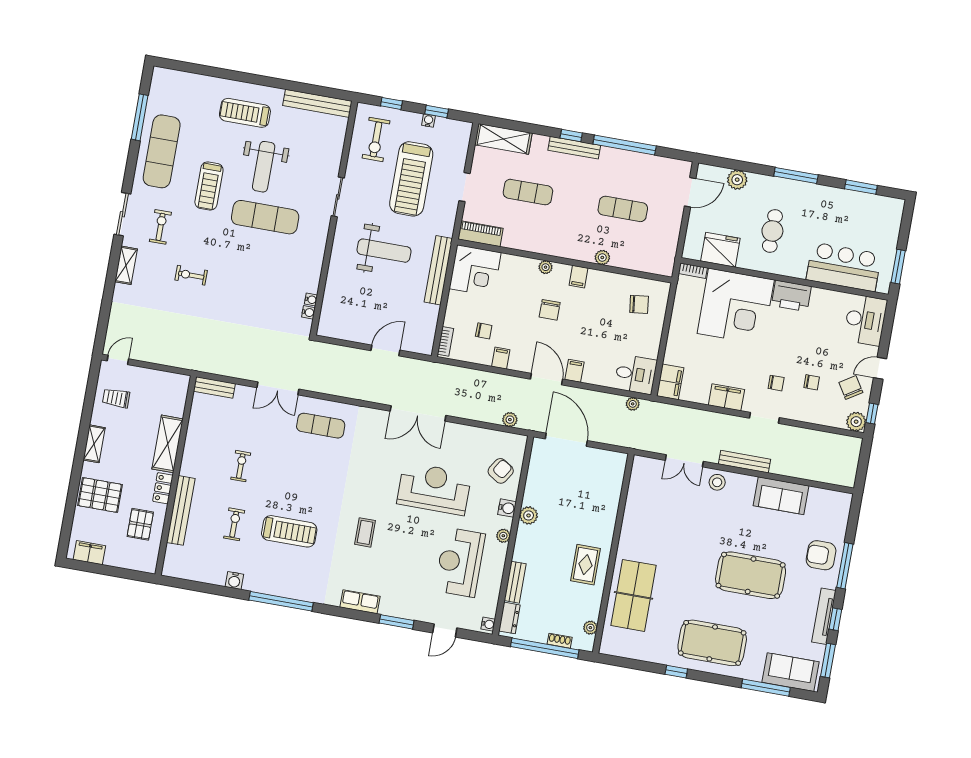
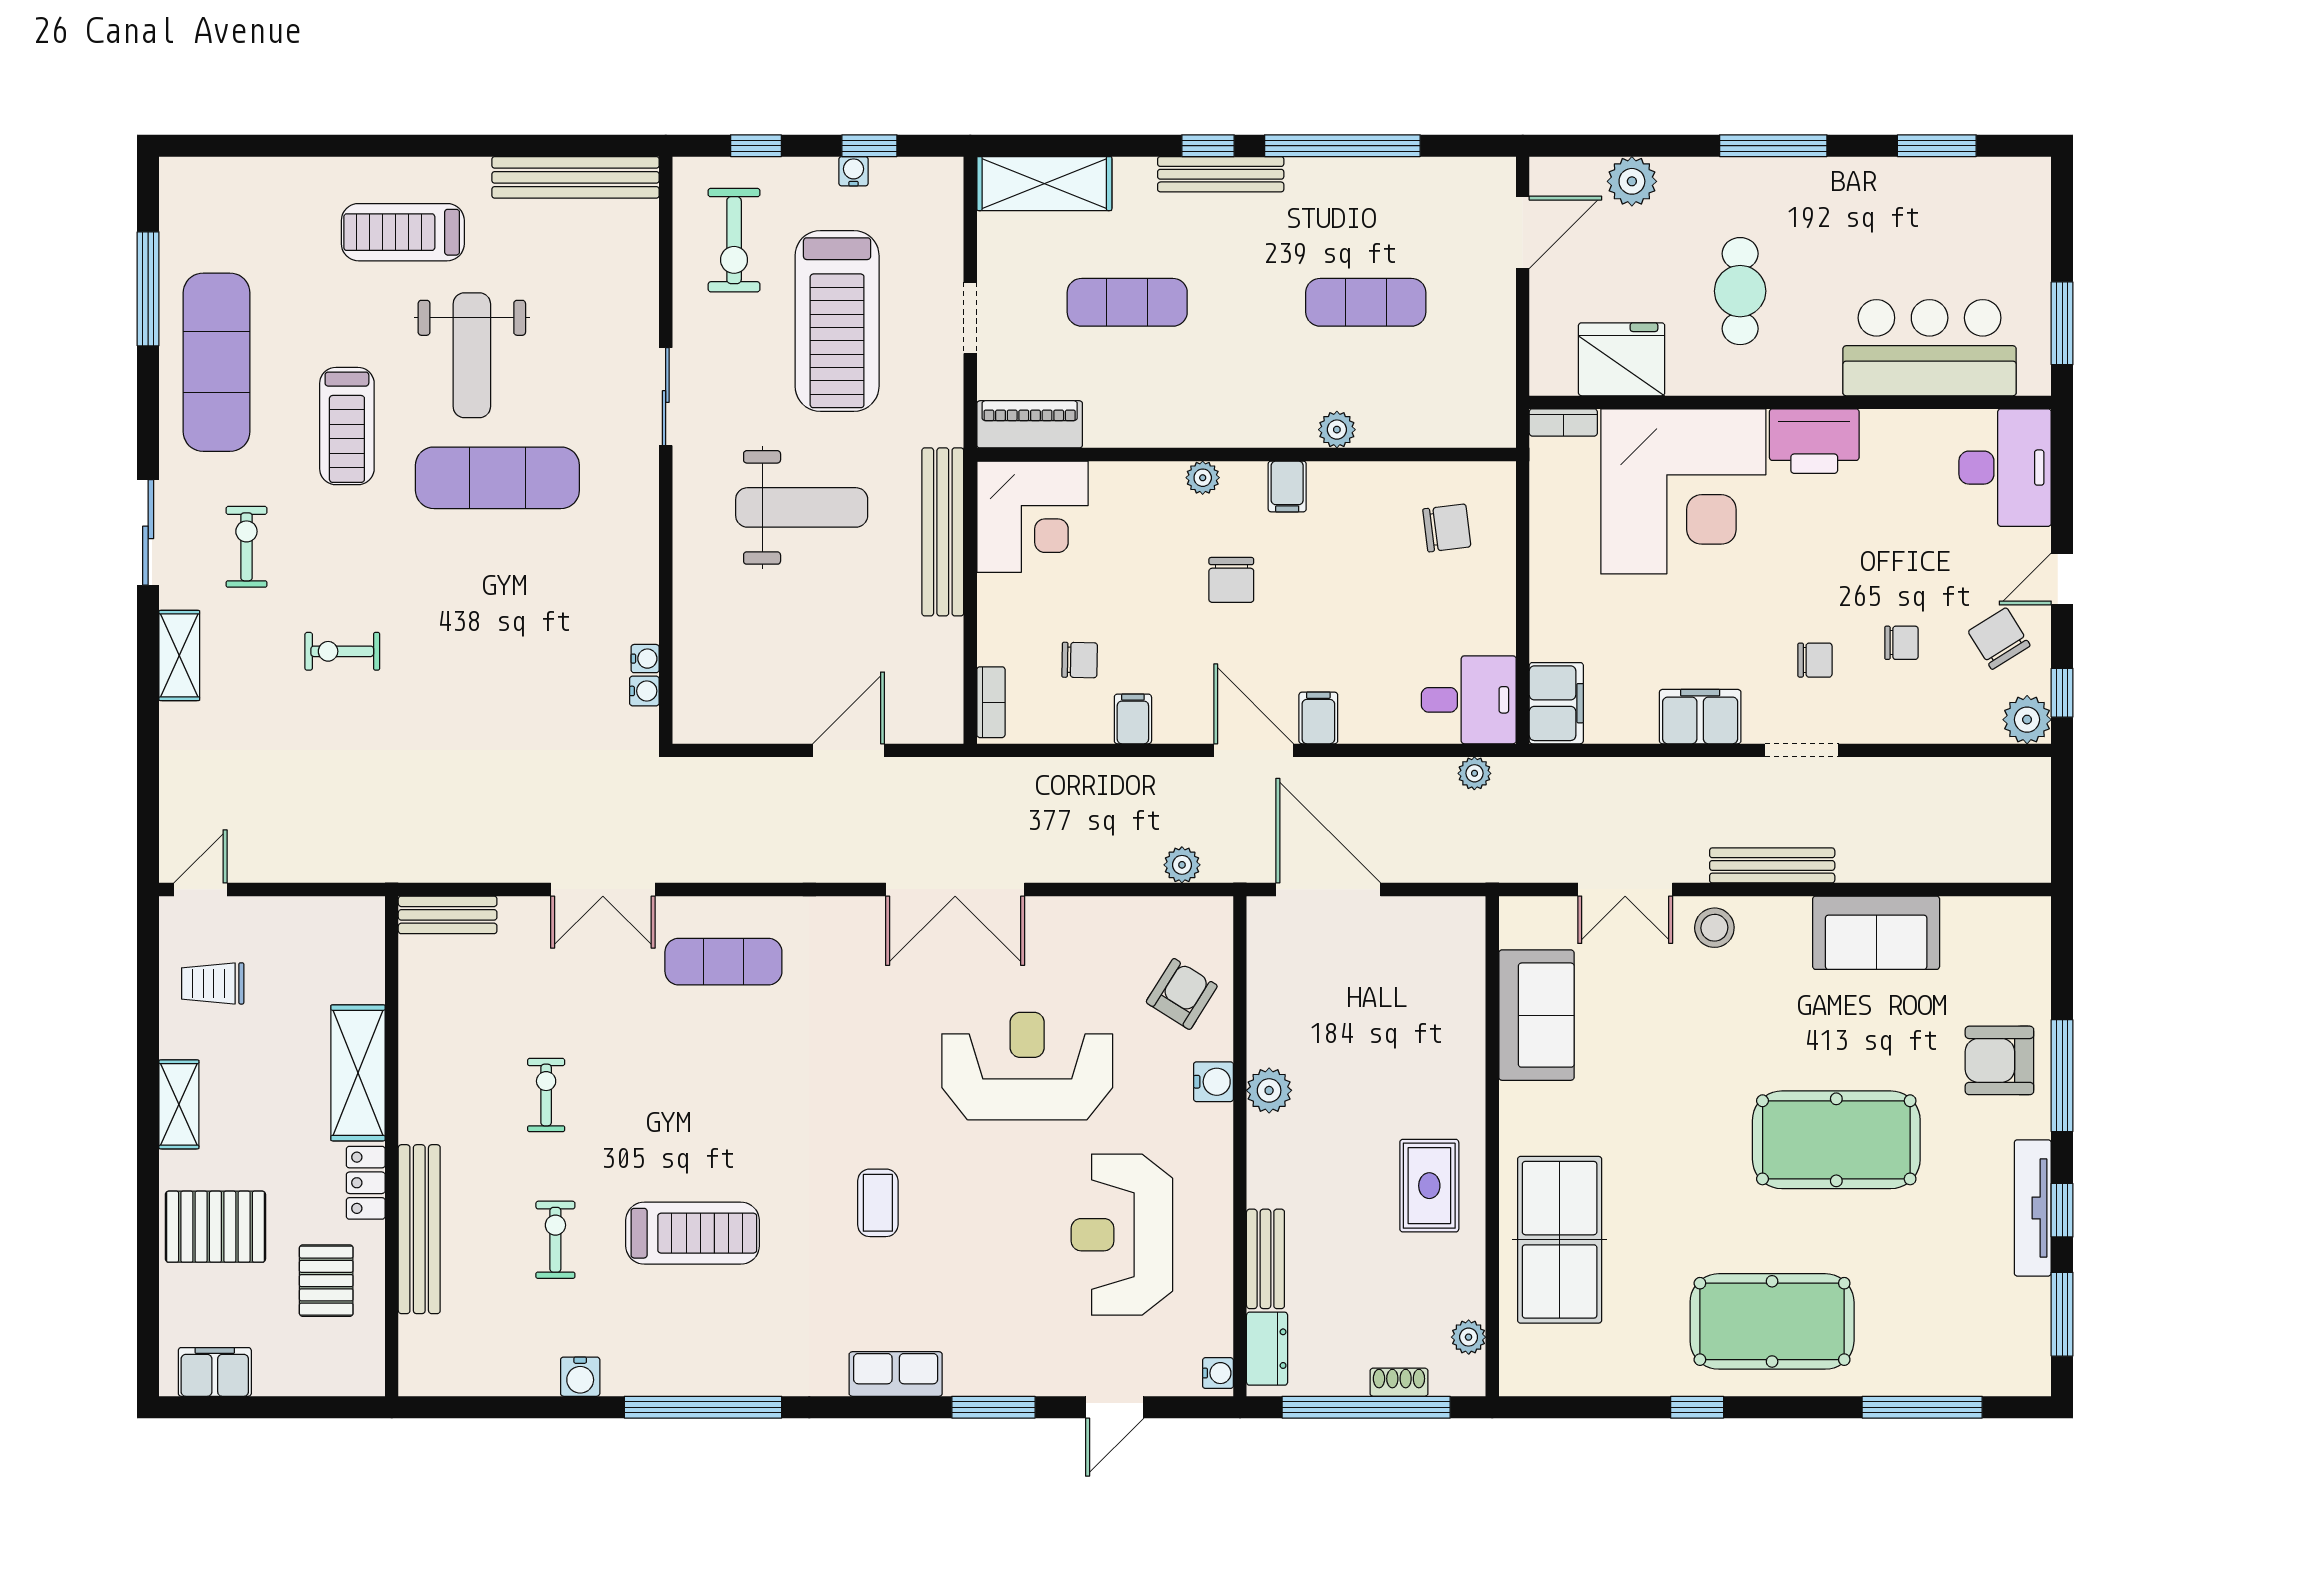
plant: (503, 536) -> (1216, 1151), removed
sofa: (790, 672) -> (1536, 1015), moved, turned 90

